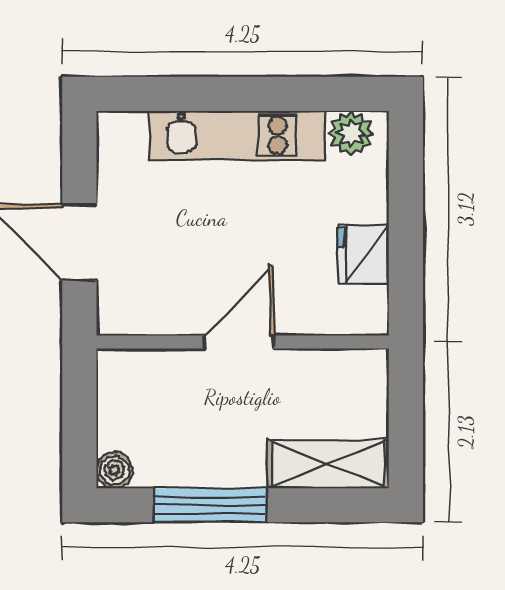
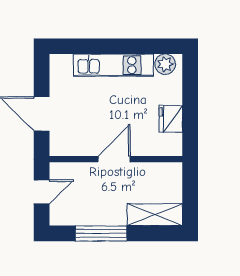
door: (79, 414) -> (42, 192), added
boiler: (115, 470) -> (58, 217), removed

